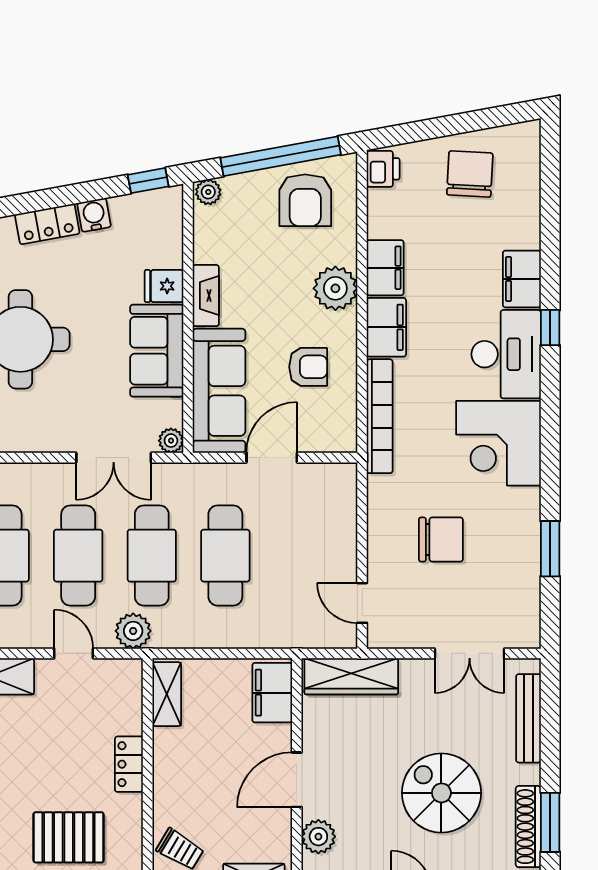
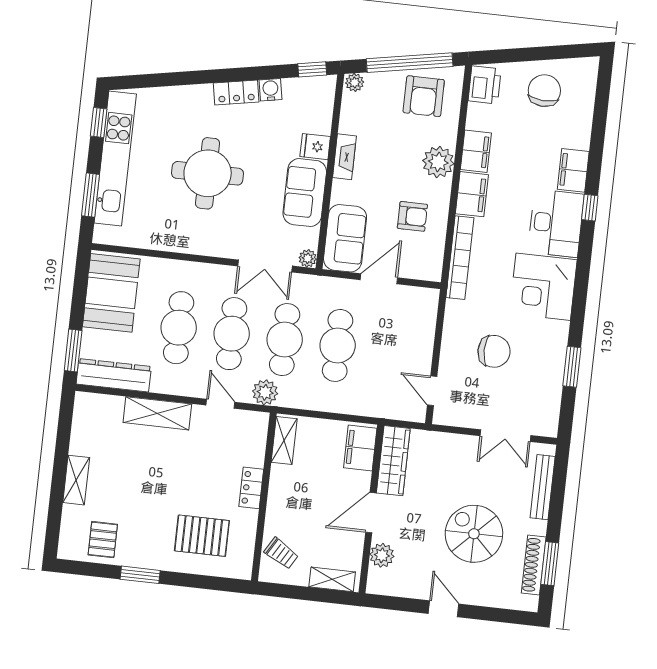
printer: (383, 169) -> (485, 85), width x1.36, depth x1.24
sofa: (219, 391) -> (345, 238), width x0.73
wardrobe: (351, 676) -> (393, 461), moved, turned -90

